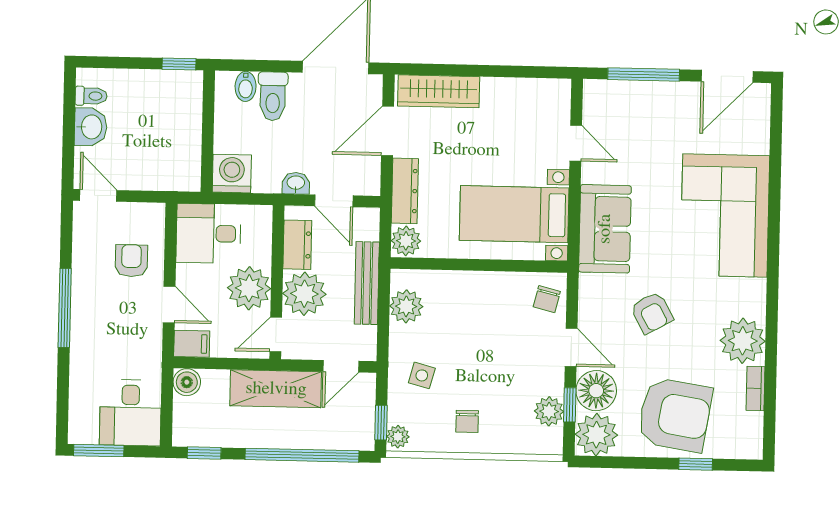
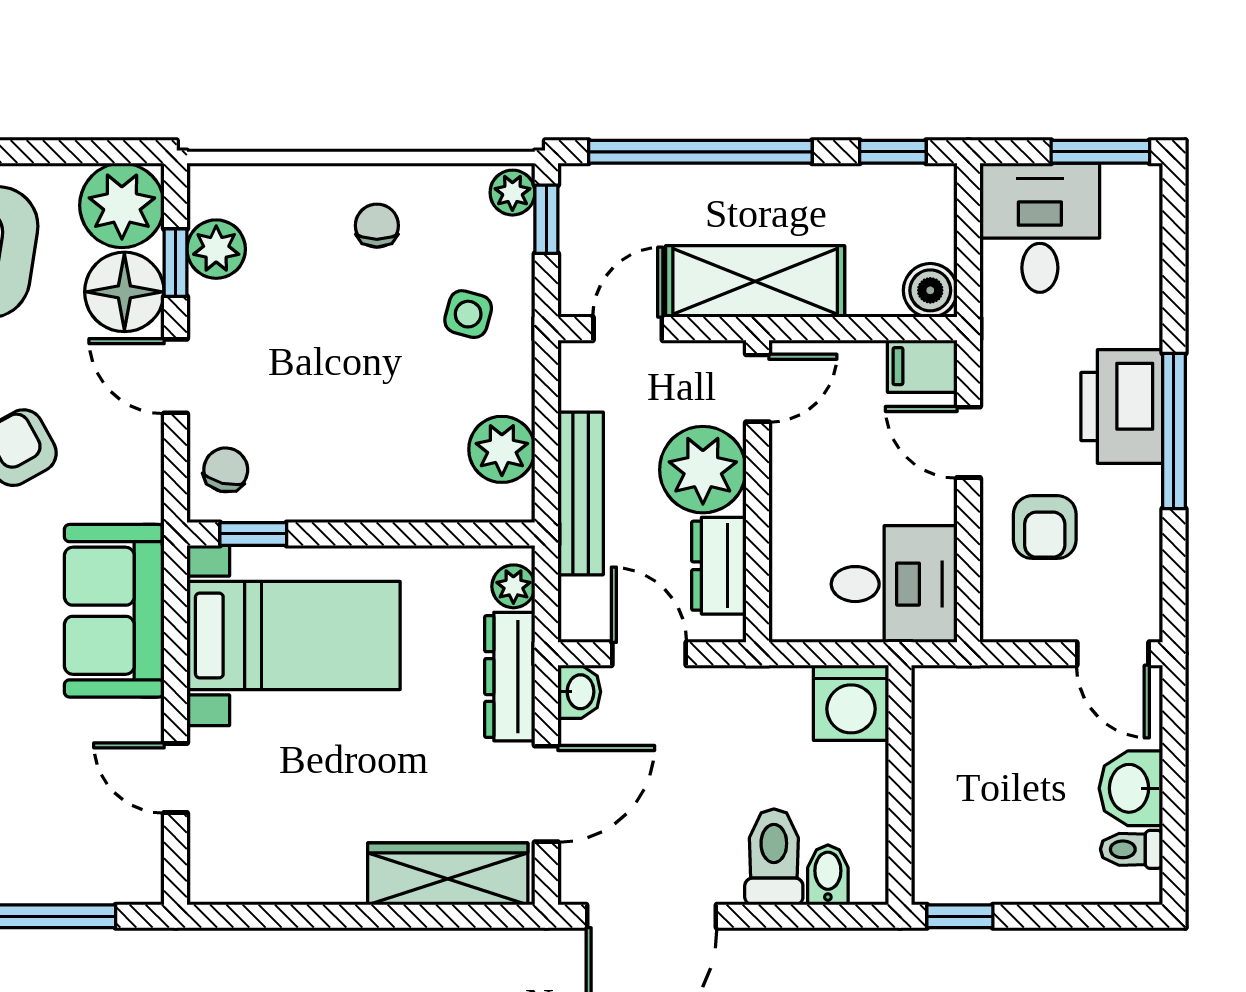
washbasin: (296, 183) -> (579, 692), moved, turned -90
plant: (406, 241) -> (513, 586), width x0.73, depth x0.73
window: (533, 266) -> (253, 534), added
plant: (249, 288) -> (812, 478), removed
printer: (91, 321) -> (1122, 406), added

